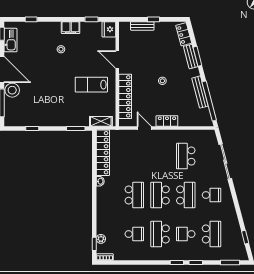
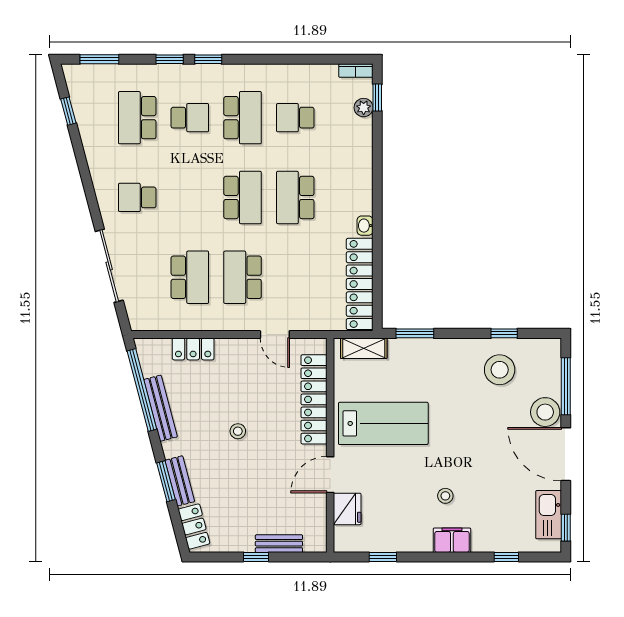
filing cabinet: (71, 28) -> (452, 540), moved
fridge: (109, 29) -> (347, 509), moved
door: (117, 60) -> (330, 475), swing flipped
lab bench: (91, 85) -> (383, 423), width x1.36, depth x1.39
stool: (34, 111) -> (500, 370), added
locker: (167, 121) -> (193, 349), moved
school desk: (186, 195) -> (243, 277), moved

